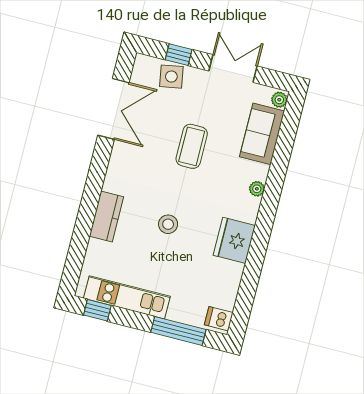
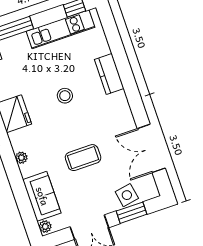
window: (179, 55) -> (132, 213), width x1.50
coffee table: (192, 146) -> (83, 158), turned 90

